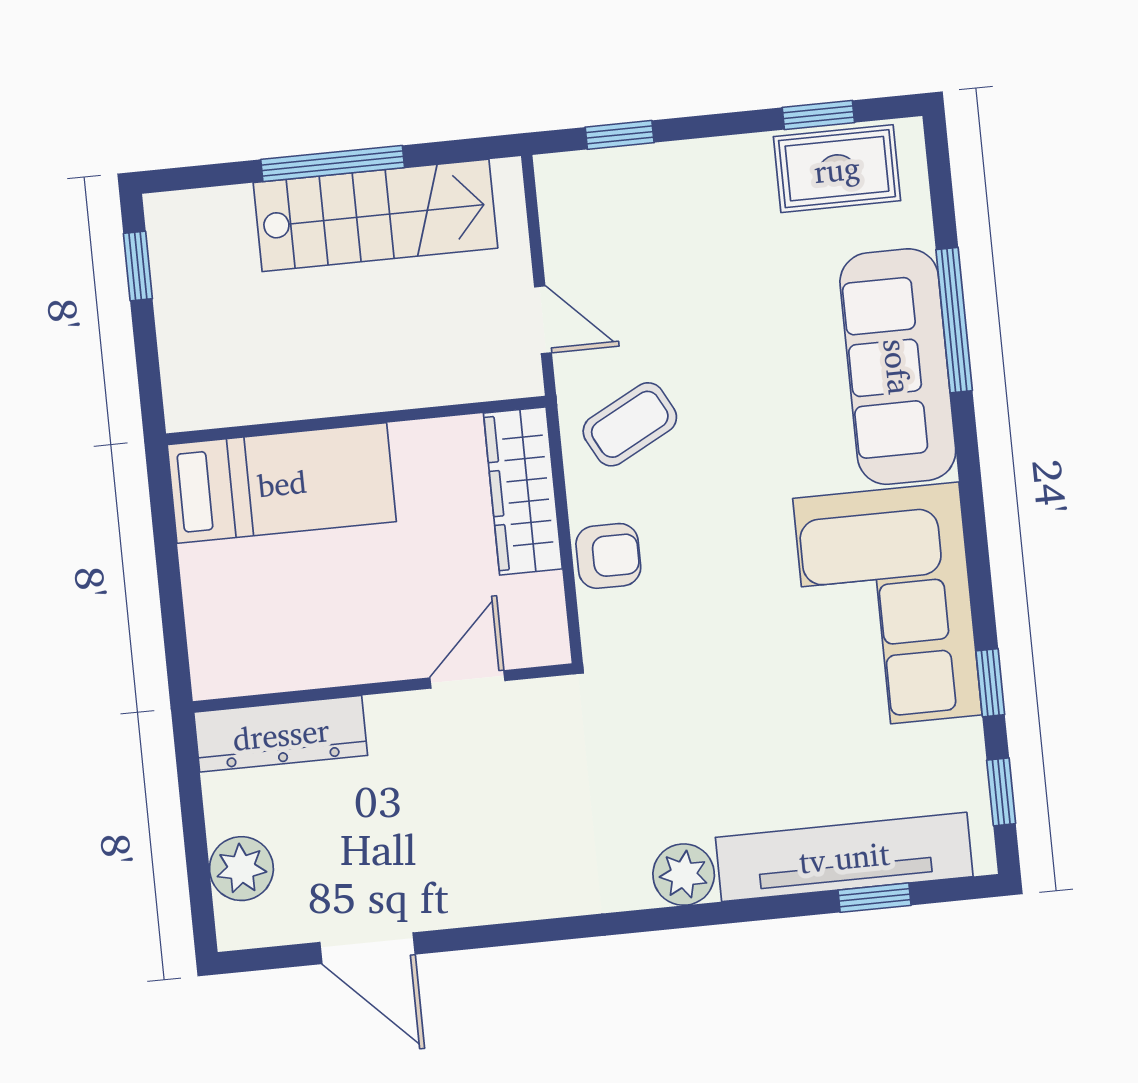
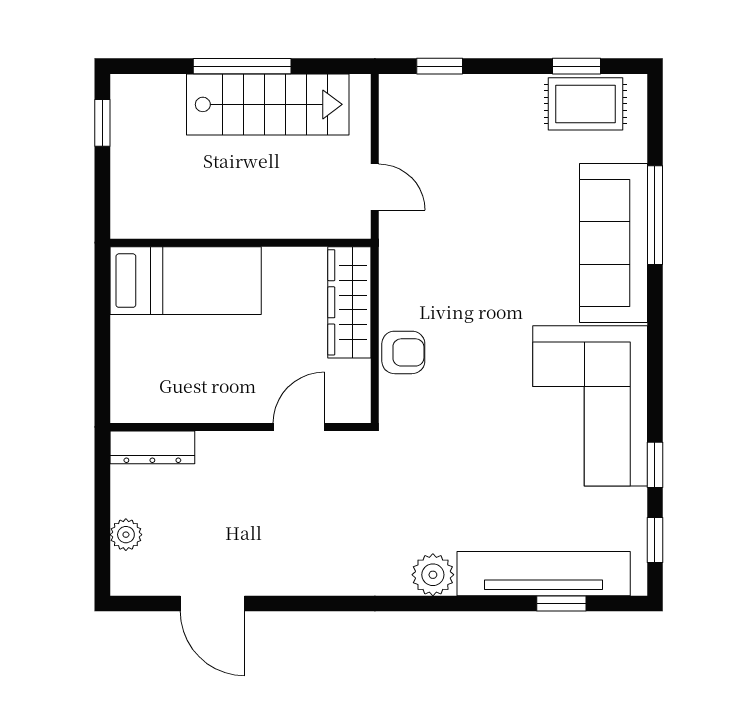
coffee table: (630, 424) -> (427, 264), removed
dresser: (281, 734) -> (152, 447), width x0.73, depth x0.80
plant: (241, 869) -> (126, 535), width x0.73, depth x0.73

